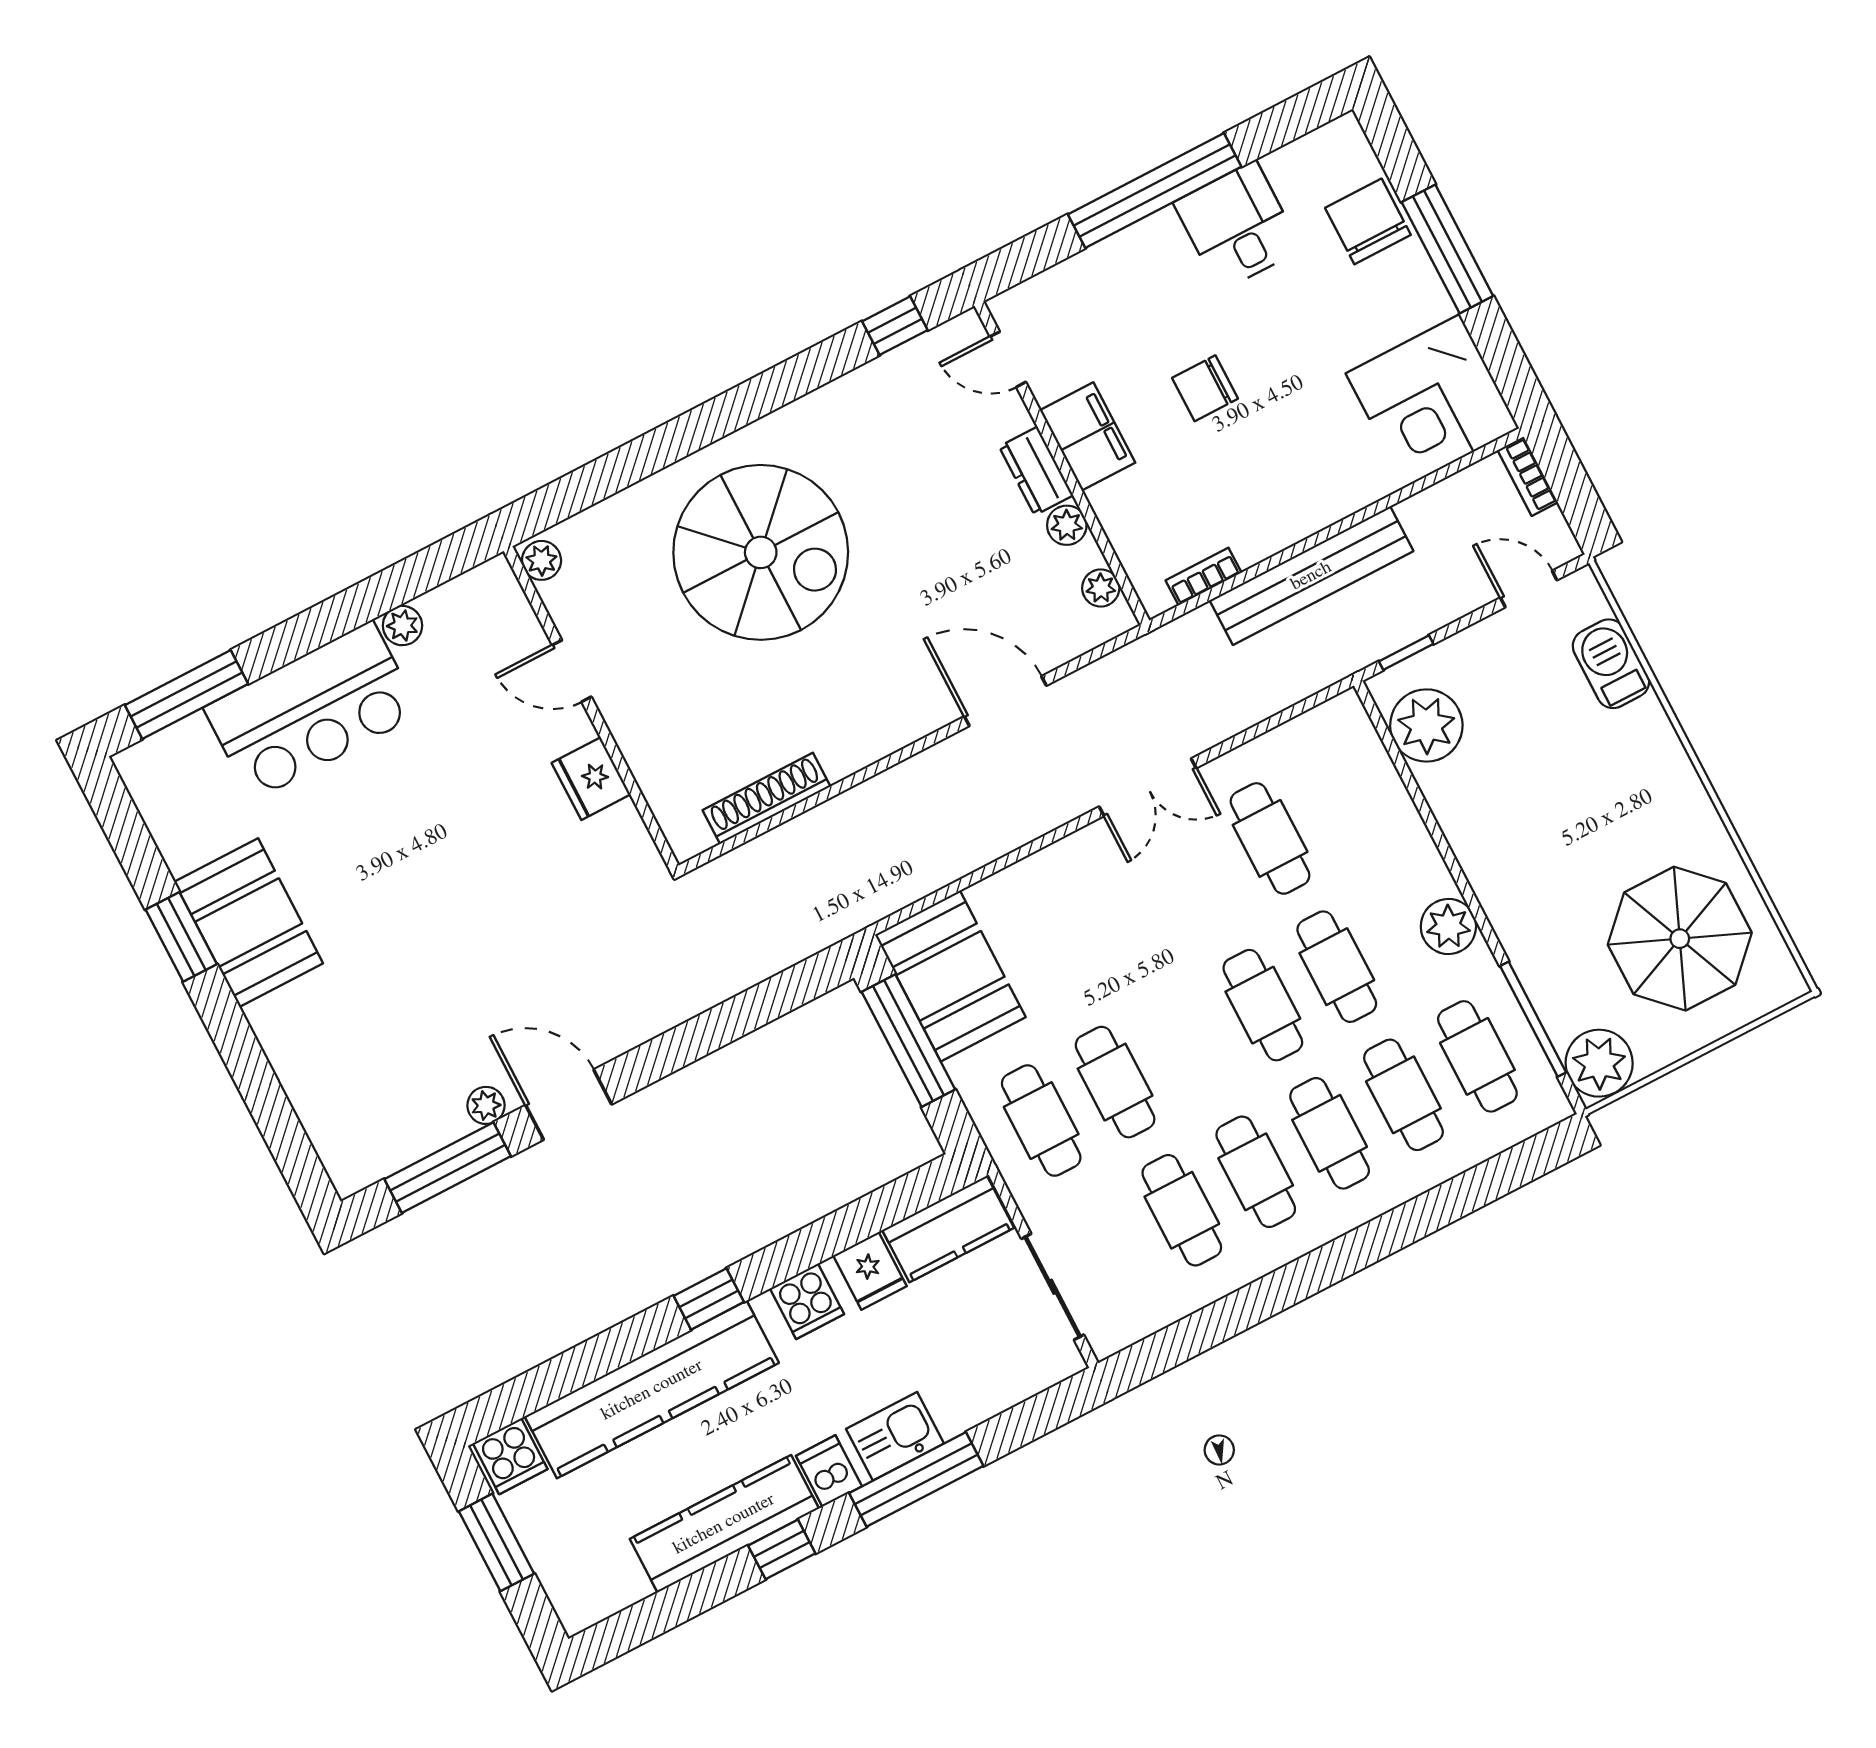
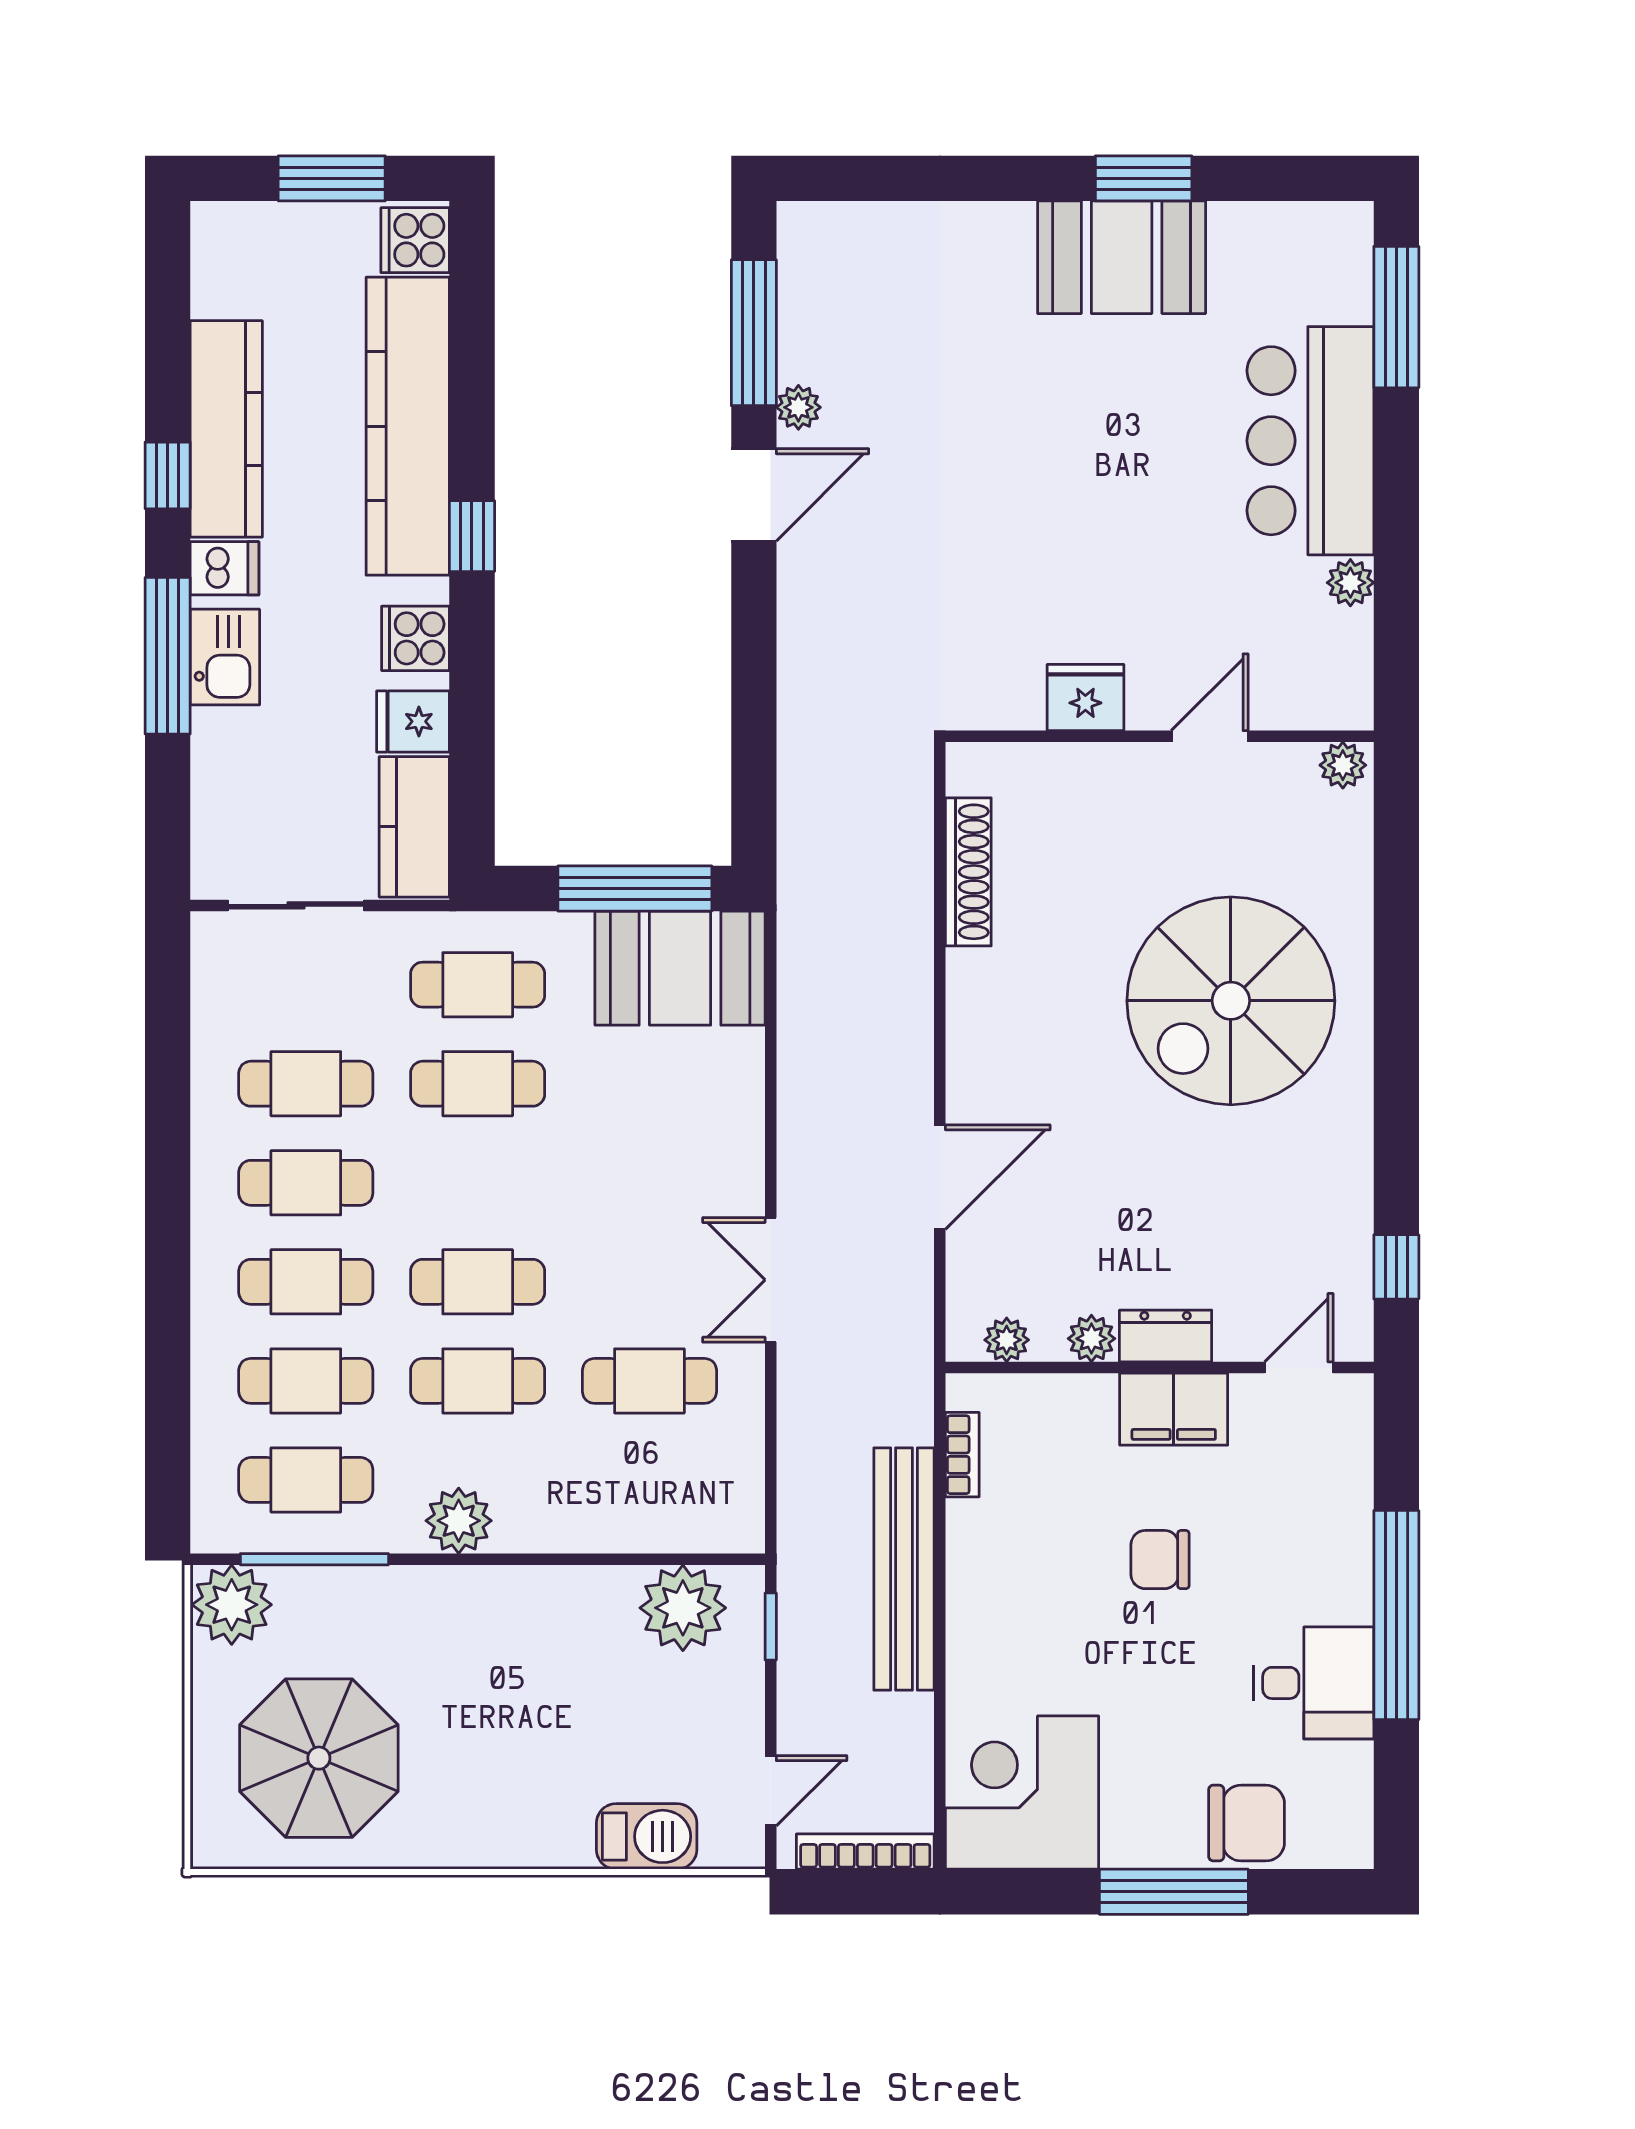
chair: (1205, 388) -> (1160, 1560), turned -90
bookcase: (1528, 476) -> (865, 1852), width x1.56

